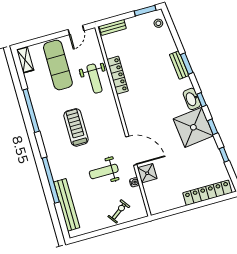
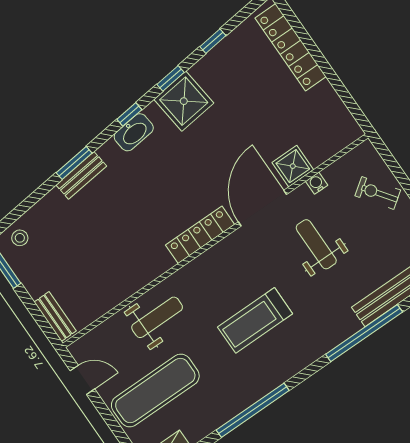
locker: (118, 75) -> (200, 235), moved
shower: (193, 127) -> (184, 101), width x0.73, depth x0.73
weight bench: (104, 171) -> (316, 244), turned 180

